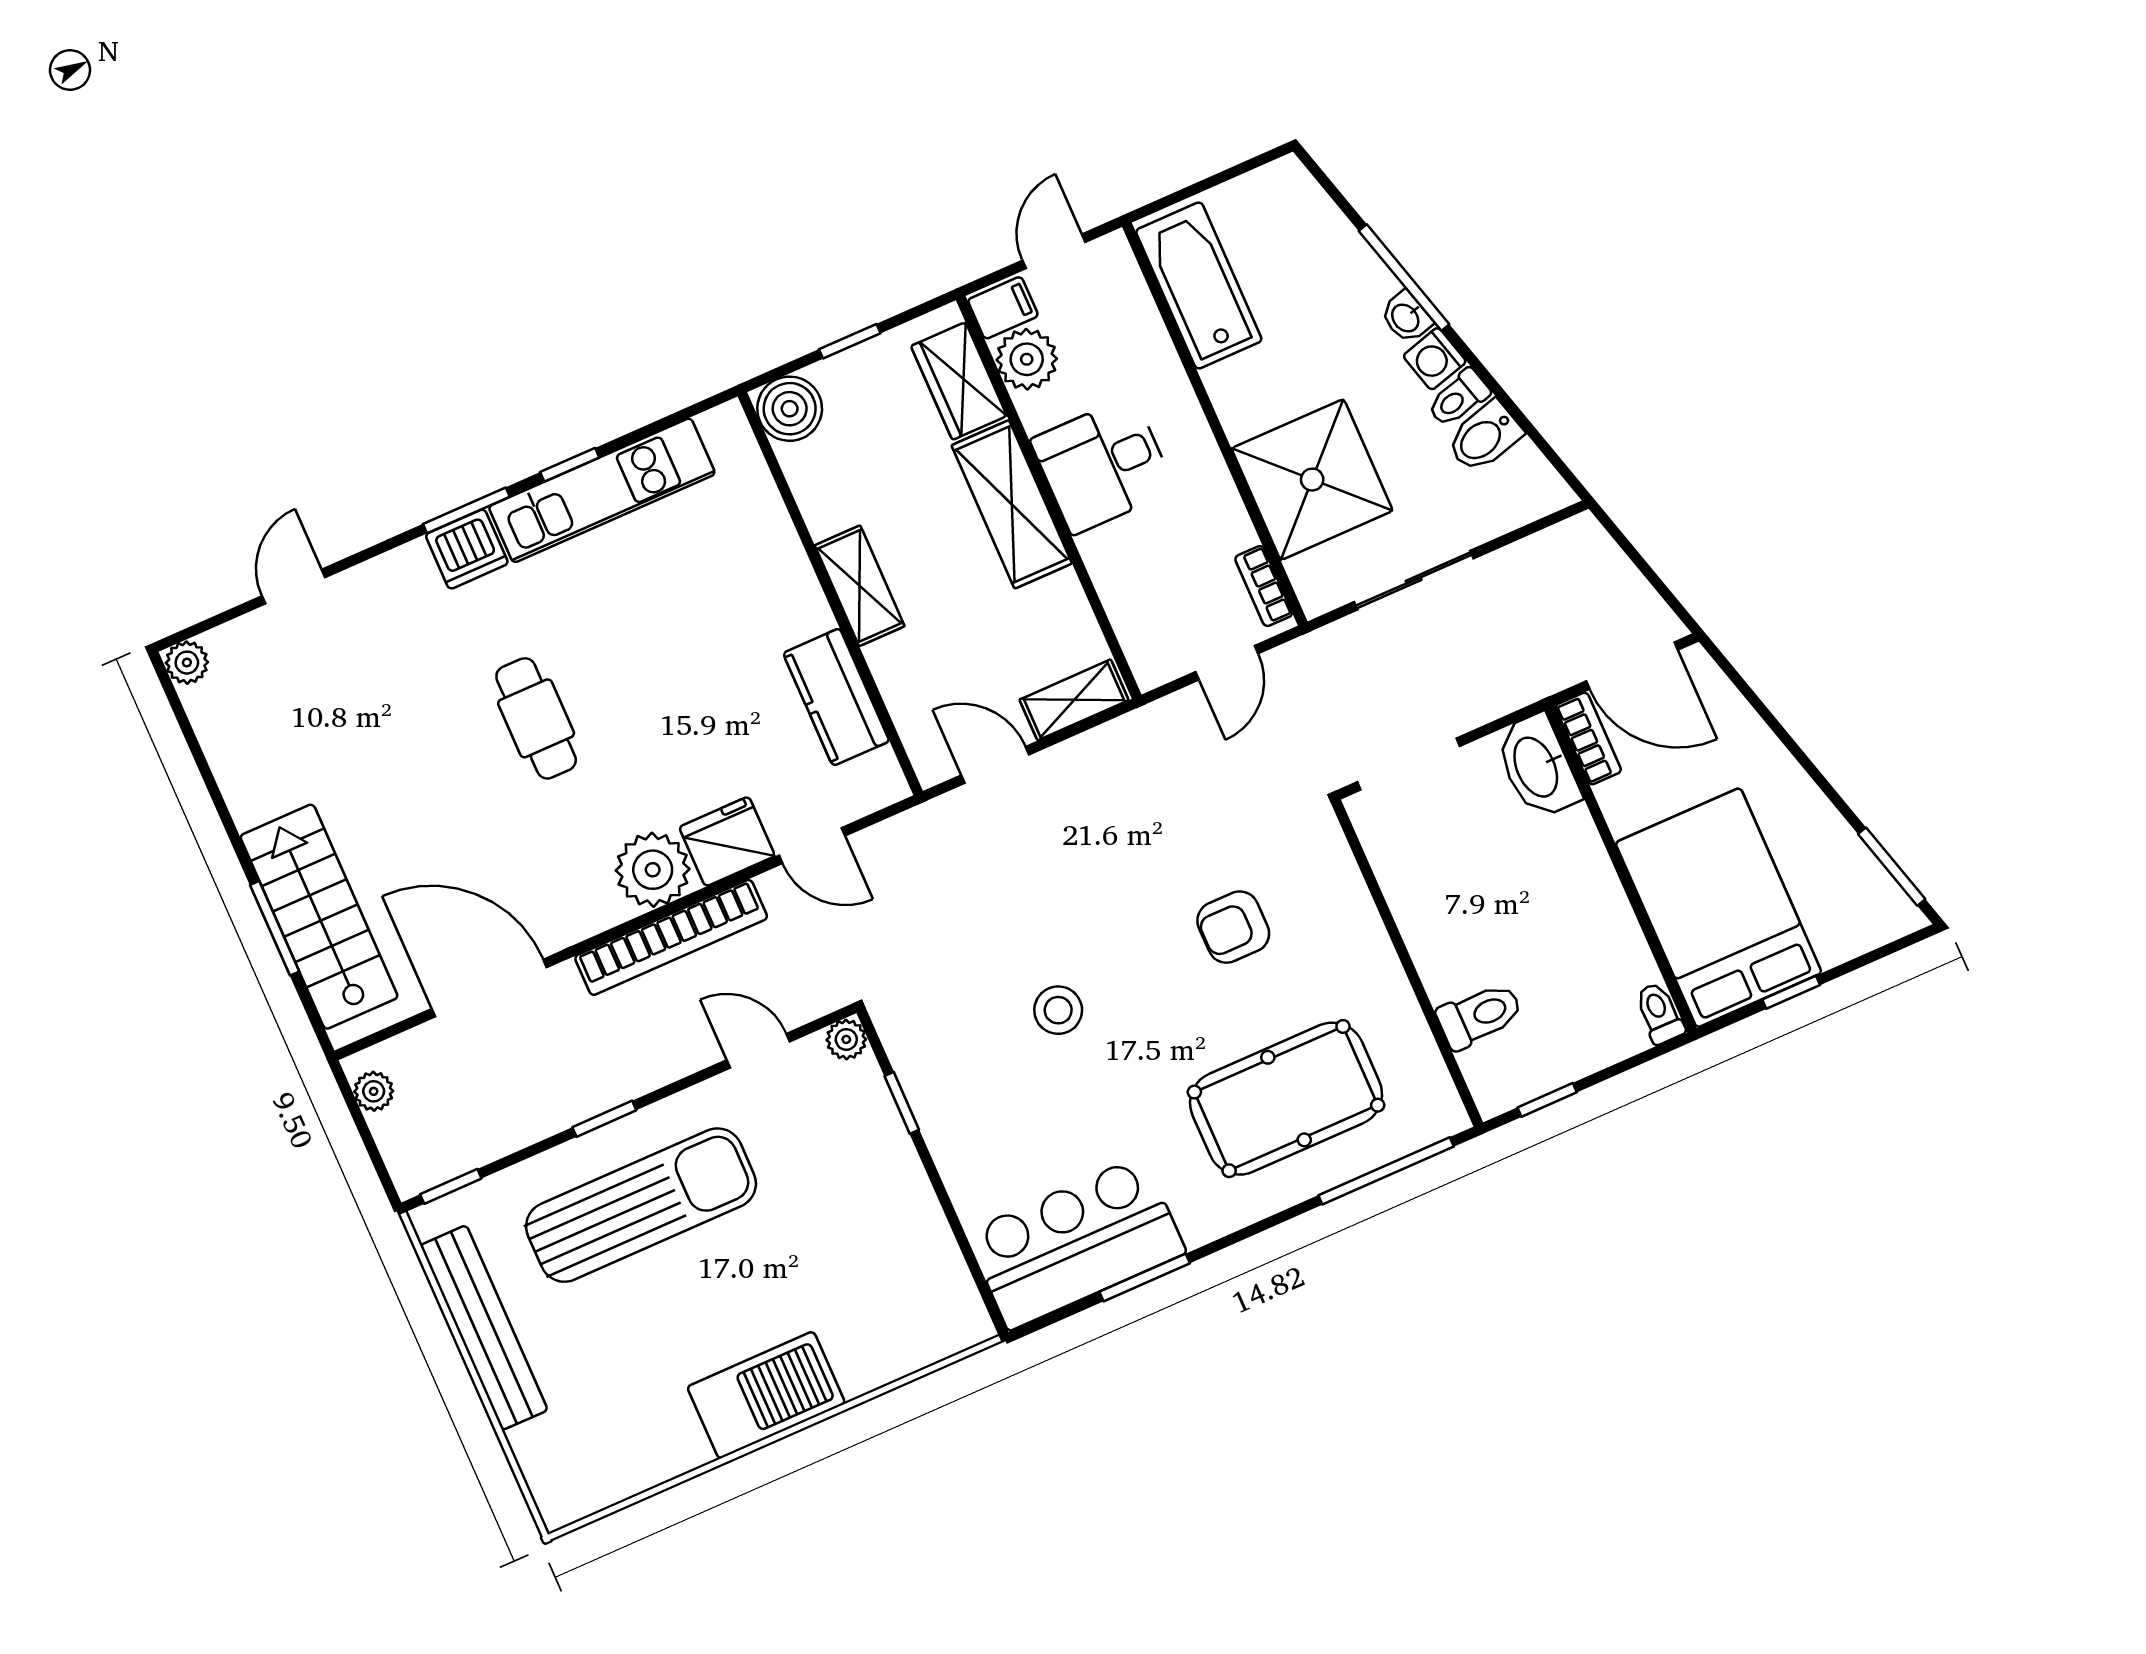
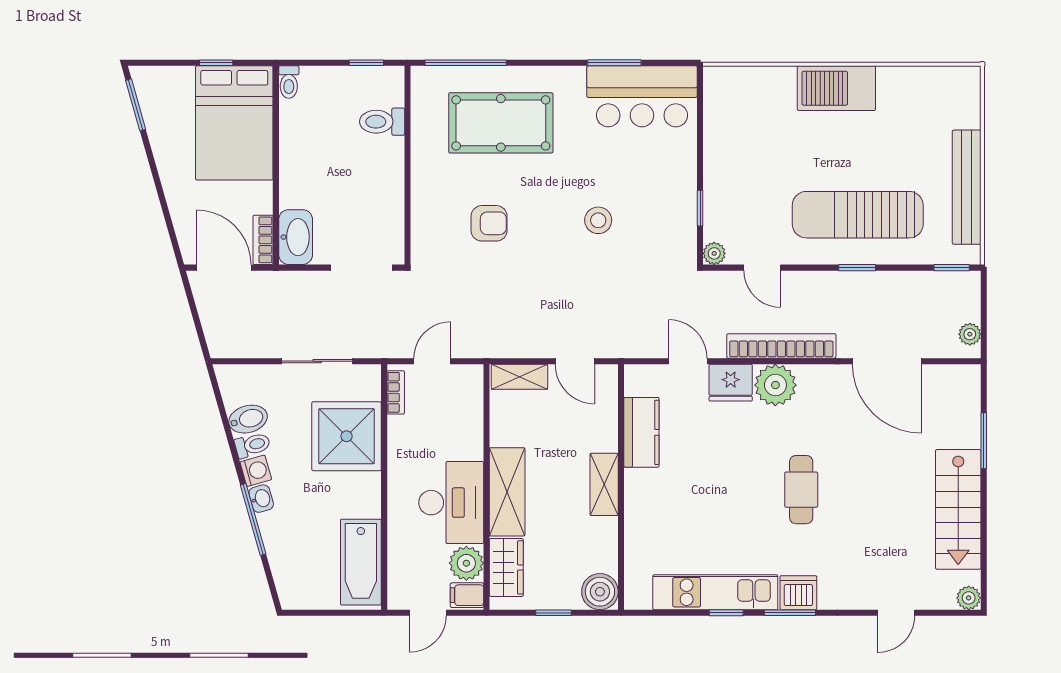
desk: (1103, 465) -> (451, 503), width x1.37
stairs: (319, 917) -> (958, 509), moved

